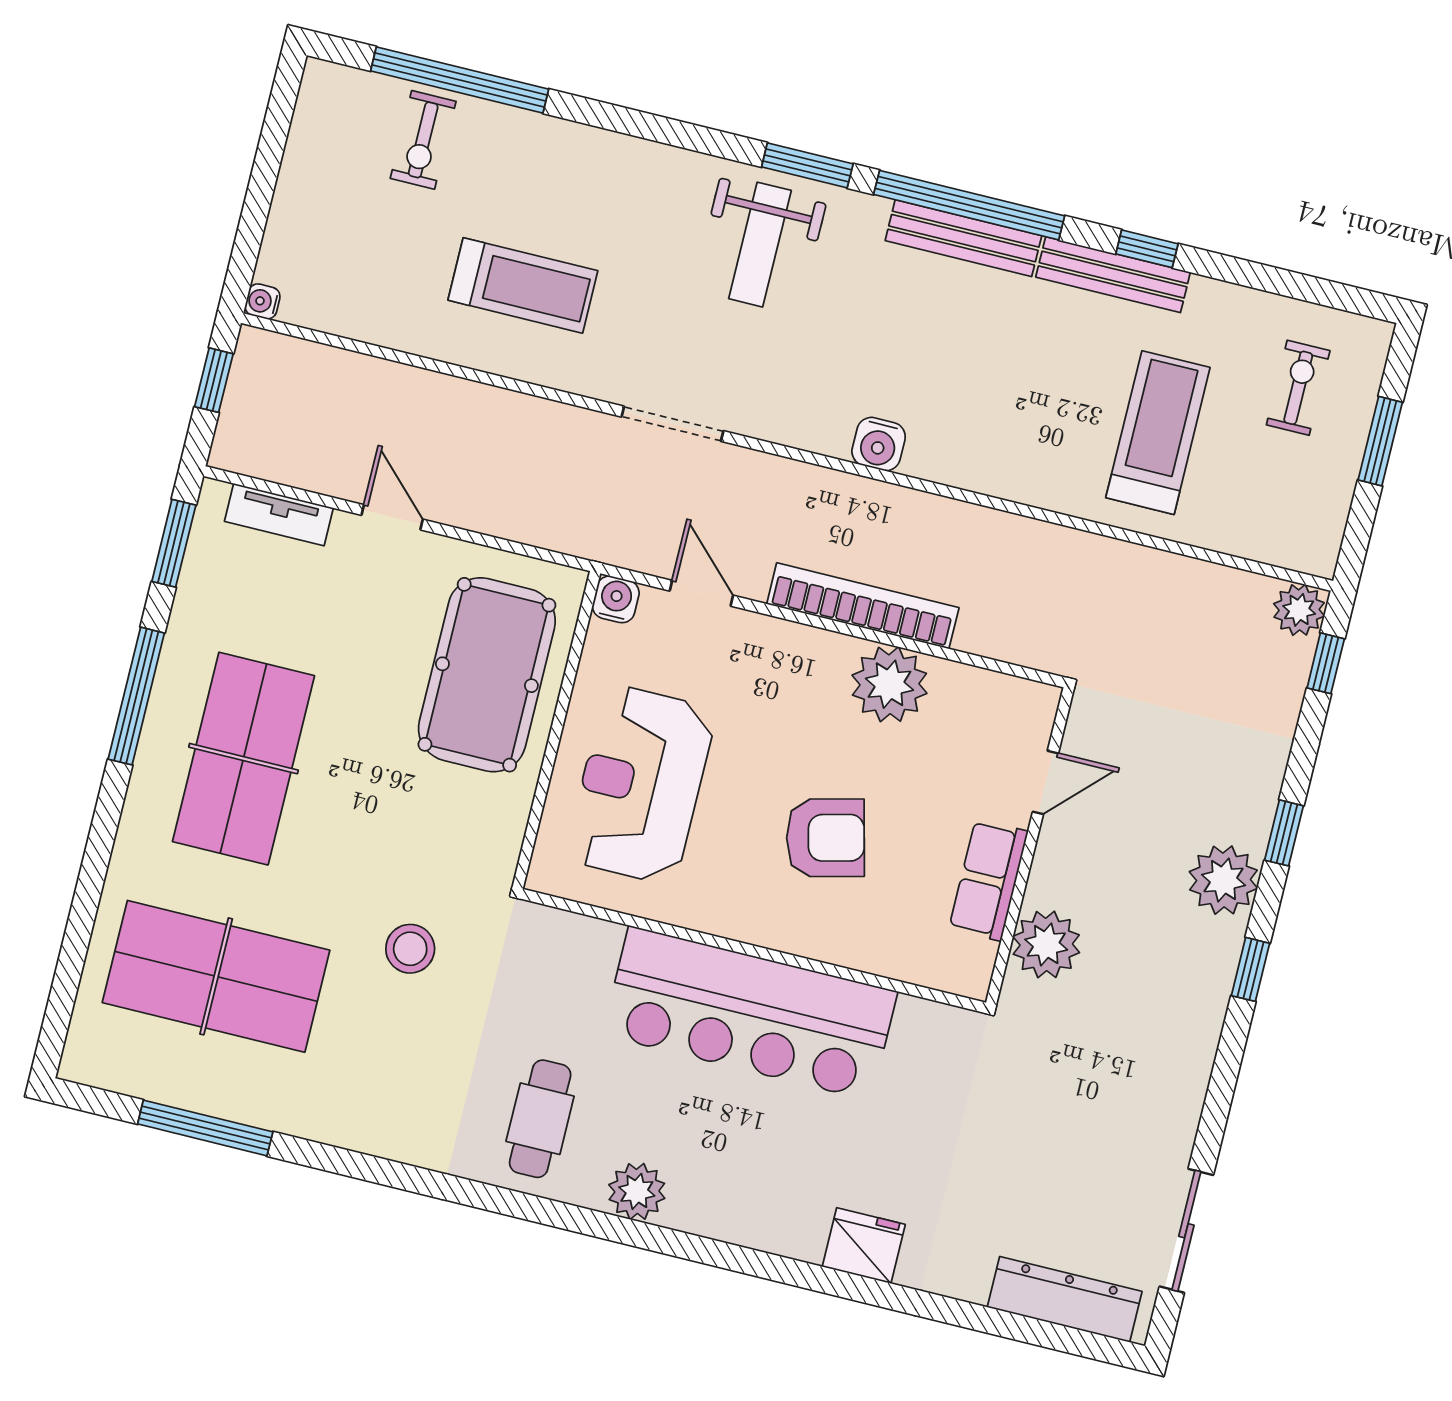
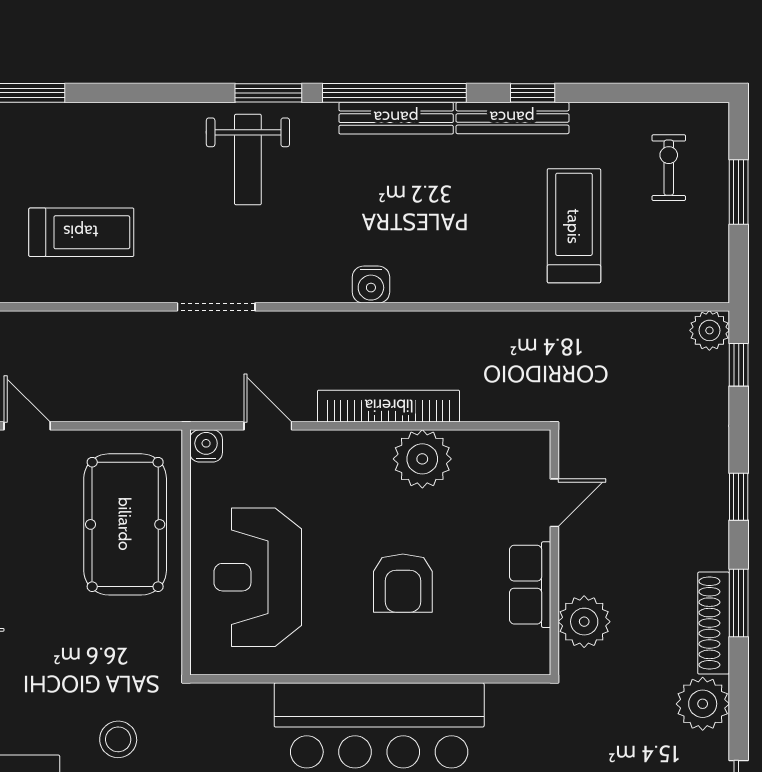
armchair: (825, 838) -> (403, 583), turned 104
plant: (1223, 880) -> (703, 704), moved
window: (1251, 969) -> (739, 603), width x1.50
shoe rack: (1212, 987) -> (714, 623), added

